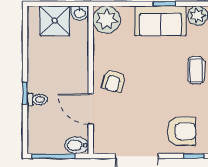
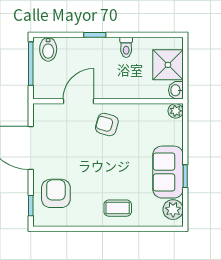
plant: (107, 20) -> (176, 111), width x0.53, depth x0.53
toilet: (37, 100) -> (126, 47), moved
armchair: (182, 131) -> (56, 193), turned 180
bidet: (77, 145) -> (48, 49), moved, turned 180

